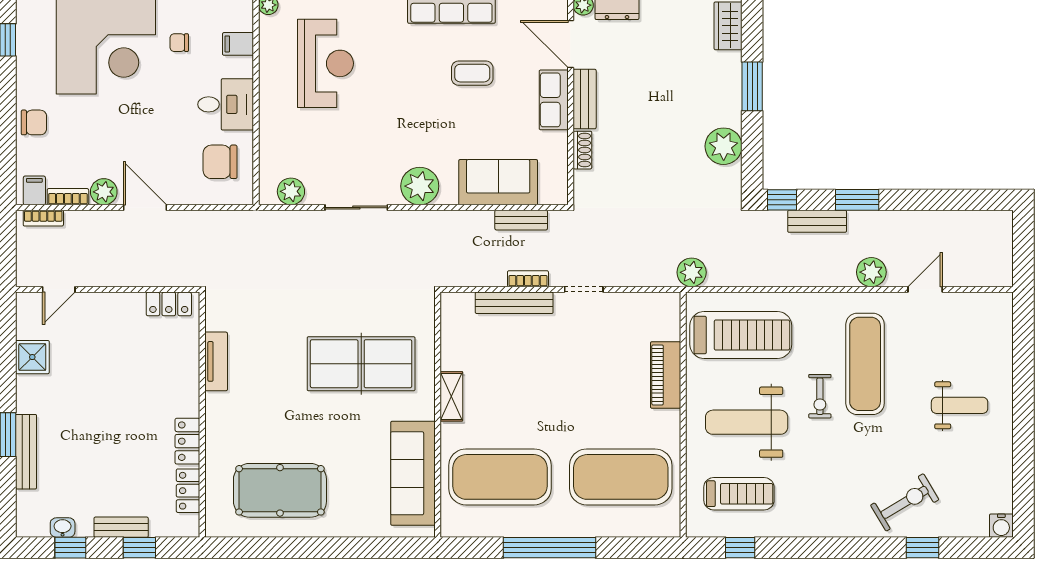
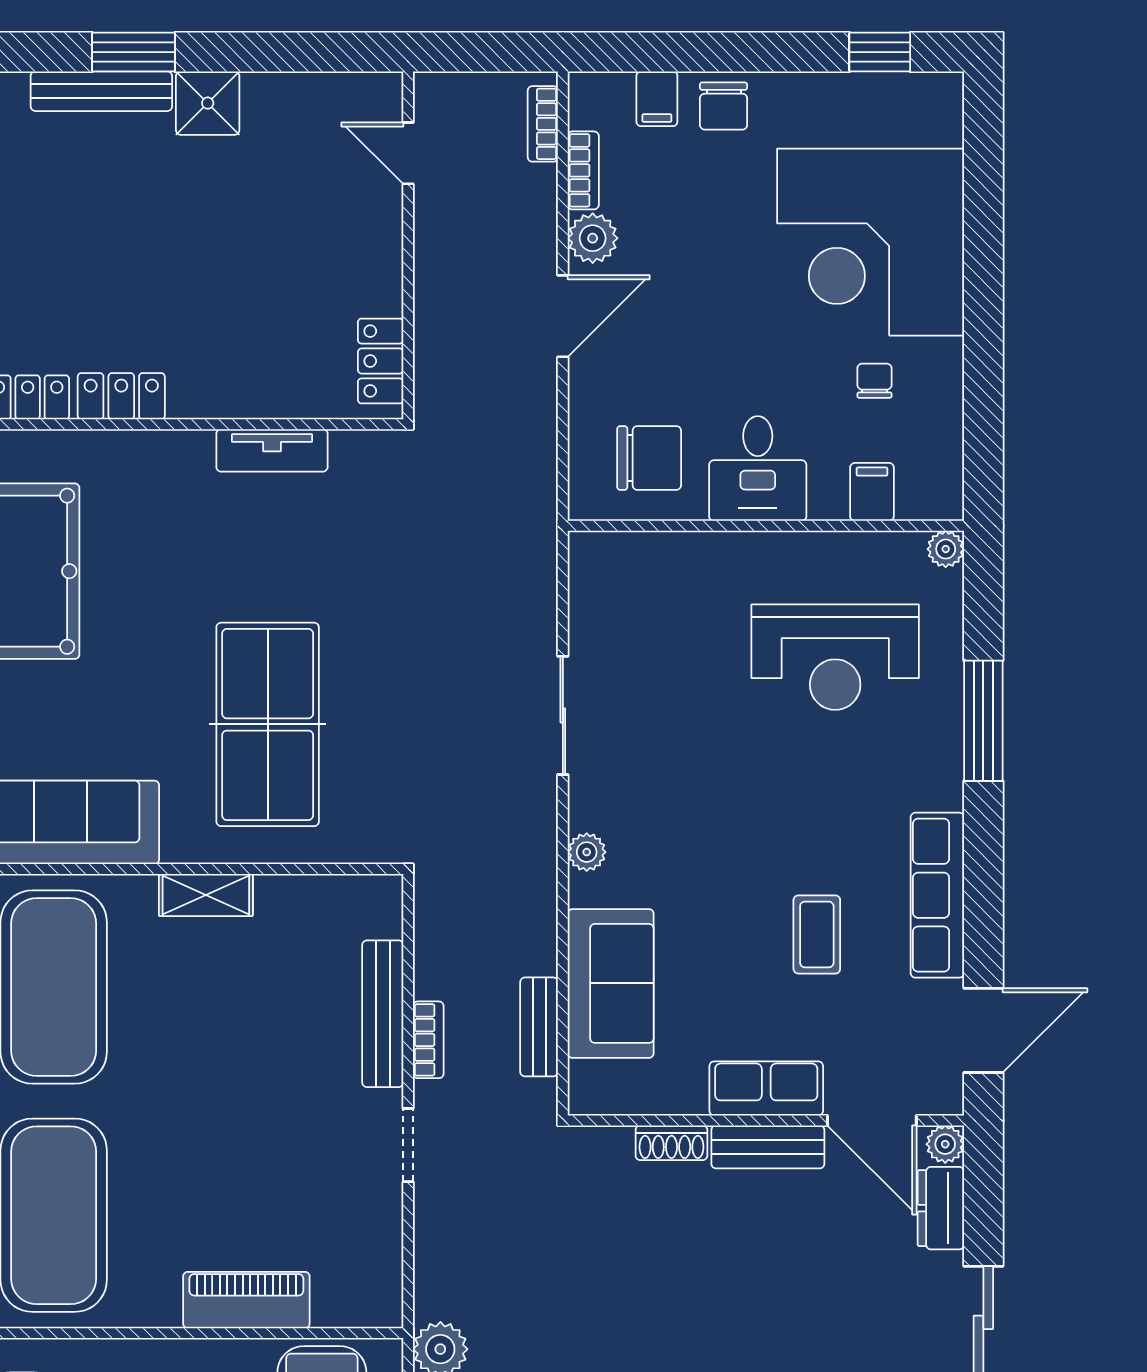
door: (571, 44) -> (872, 1120), swing flipped
chair: (220, 162) -> (649, 458), turned 90
plant: (420, 186) -> (587, 852), width x0.53, depth x0.53
filing cabinet: (34, 190) -> (657, 99), moved, turned 90
plant: (291, 191) -> (593, 592), removed
shower: (32, 357) -> (208, 103), moved

